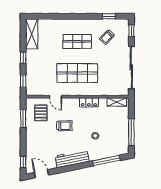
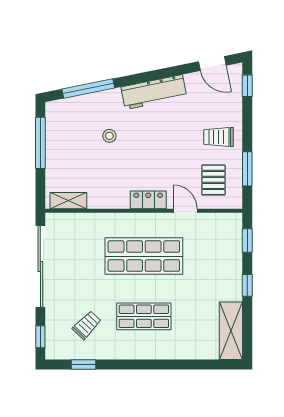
locker: (89, 102) -> (148, 200), moved
trolley: (64, 126) -> (219, 137), moved

